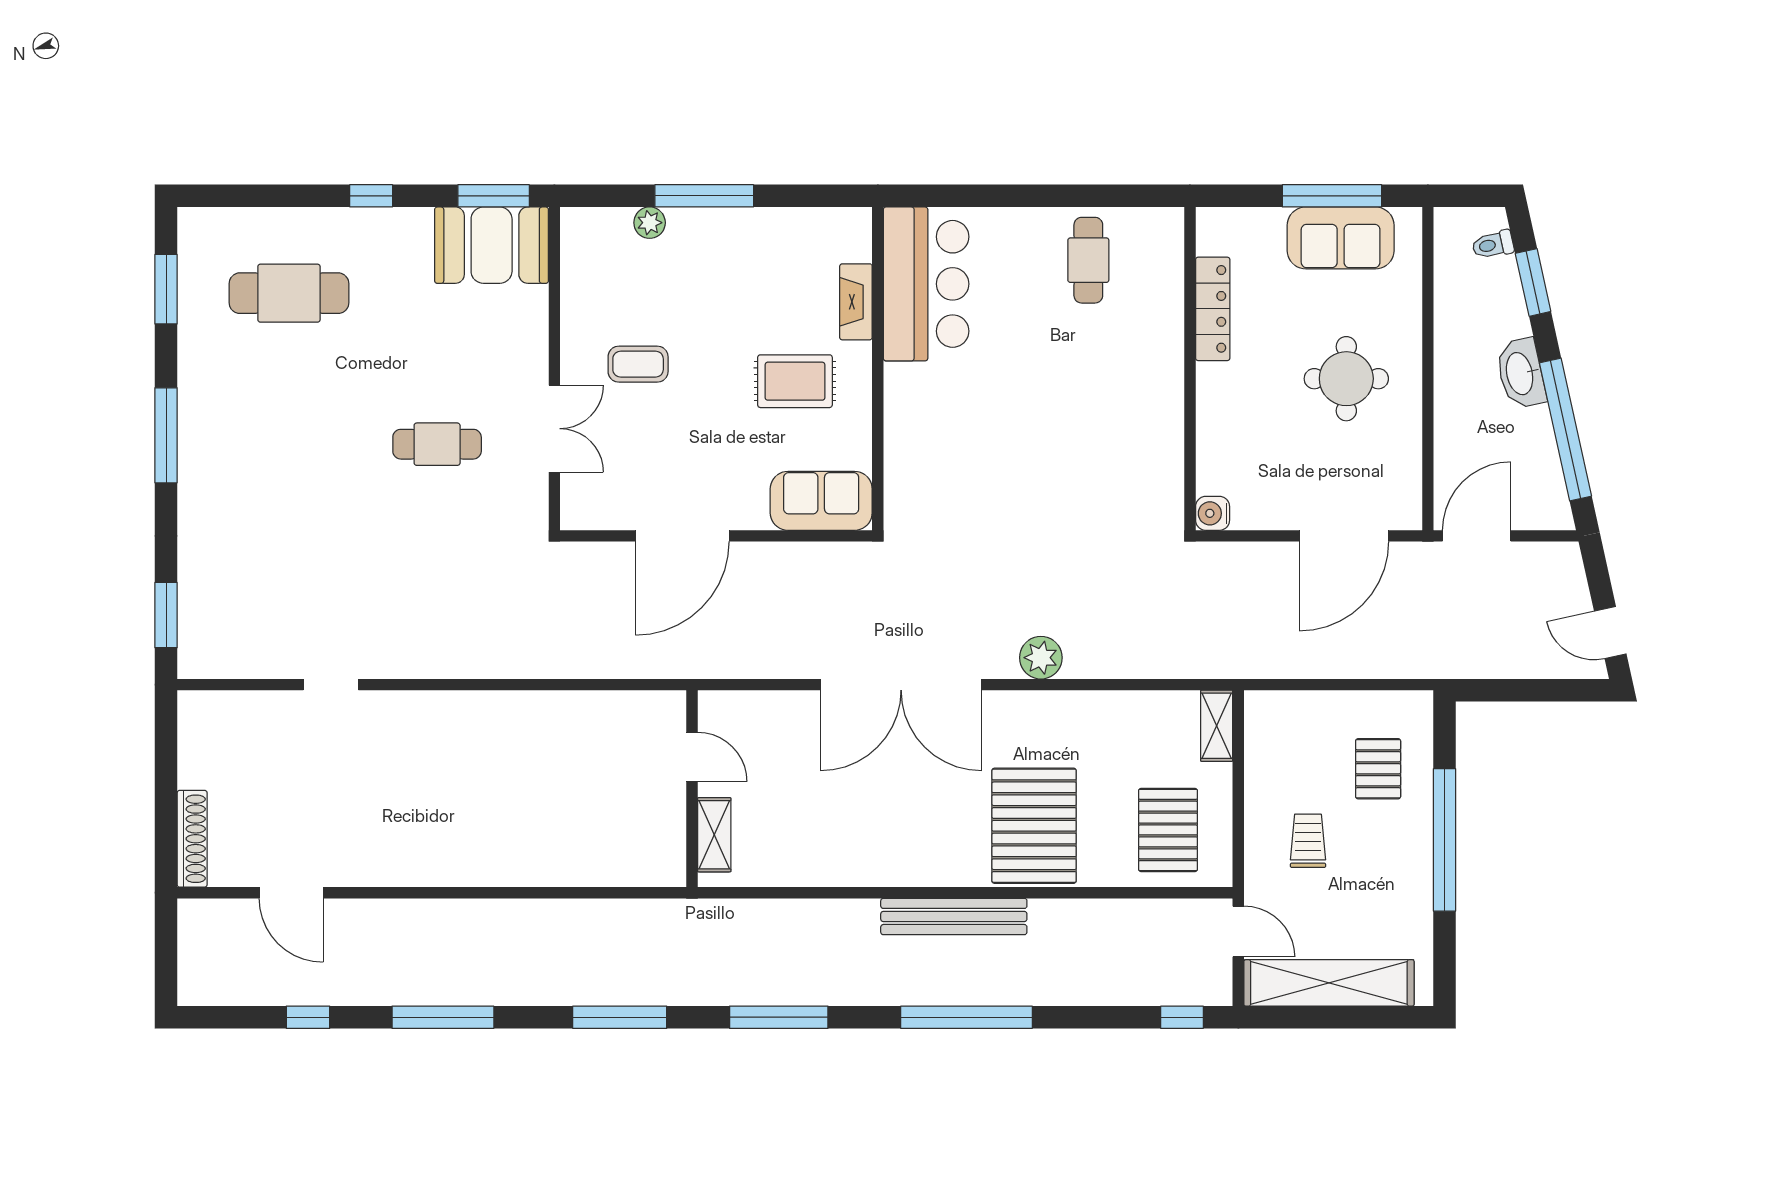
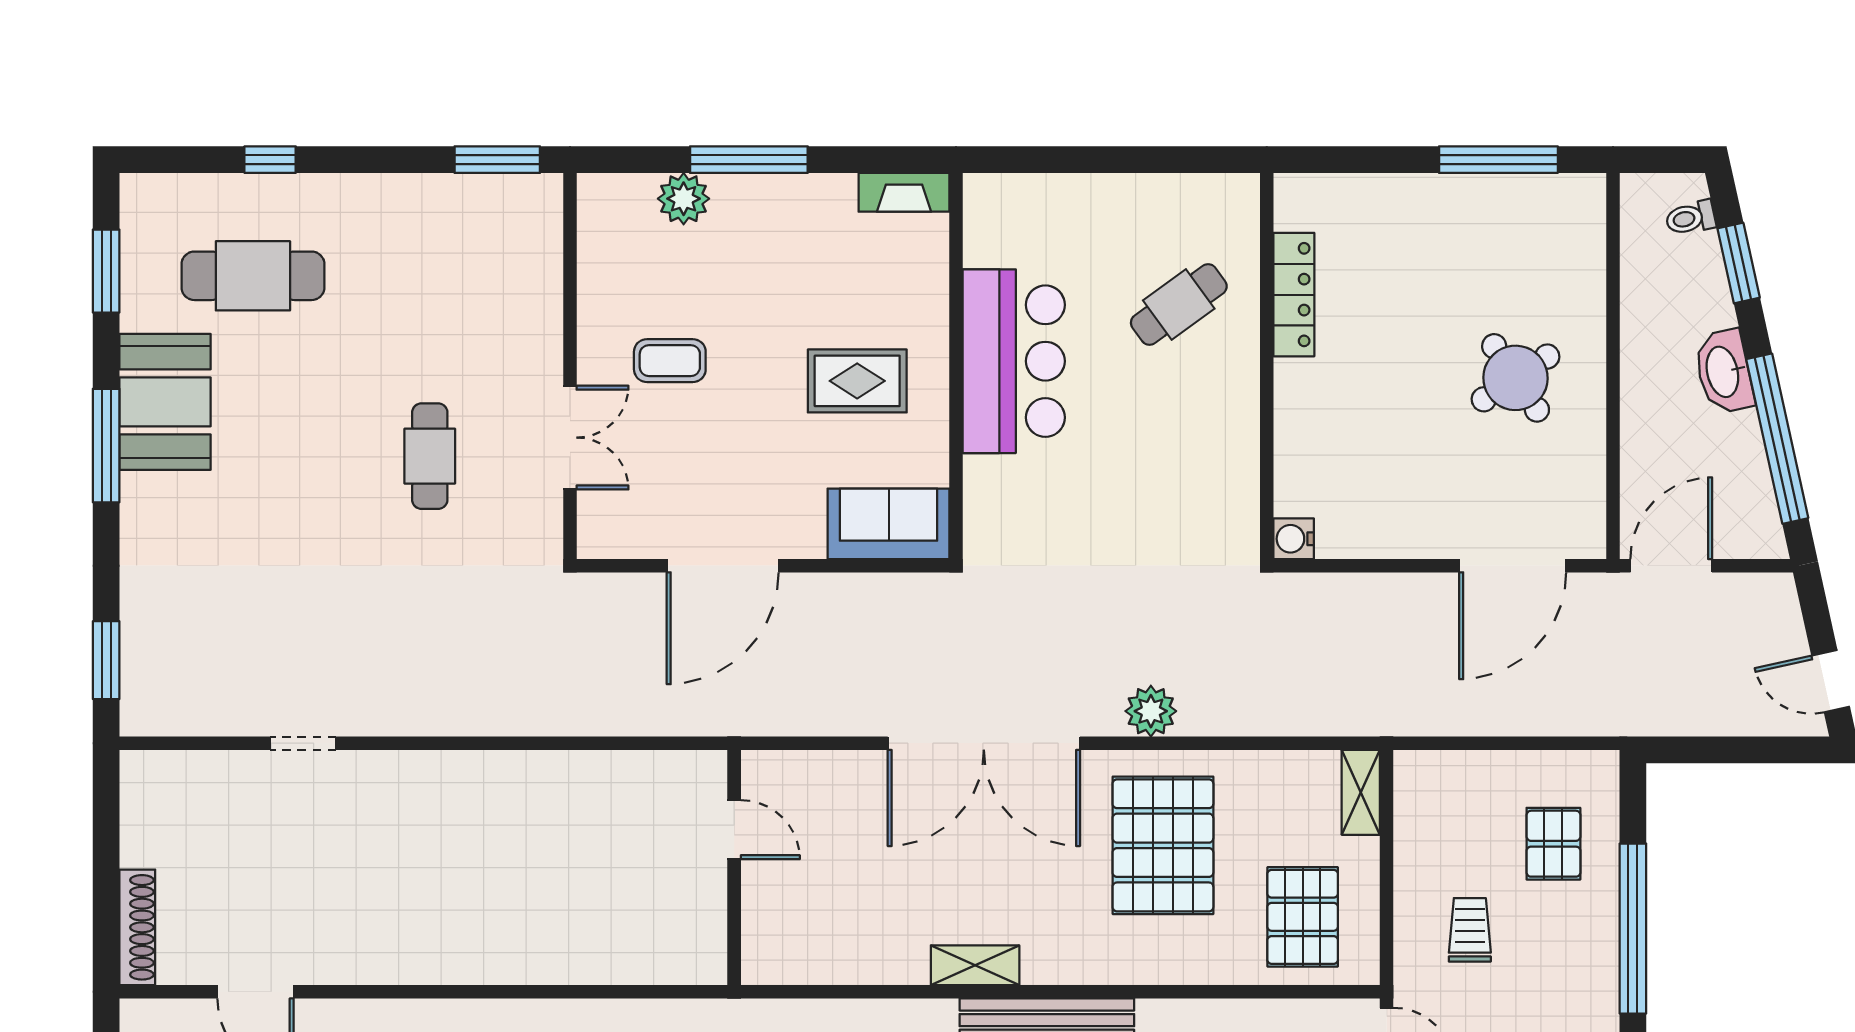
window: (371, 196) -> (270, 160), moved
plant: (650, 223) -> (684, 199), width x1.38, depth x1.38
sofa: (1341, 238) -> (1509, 210), removed
booth: (492, 245) -> (165, 402), moved, turned 90
cafe table: (1088, 260) -> (1179, 305), moved, turned 54
bar counter: (926, 284) -> (1014, 361), moved
fireplace: (856, 302) -> (904, 192), moved, turned -90
locker: (1213, 309) -> (1294, 295), moved
wall: (1190, 369) -> (1267, 366), moved
round table: (1346, 379) -> (1516, 378), turned -34
cafe table: (437, 444) -> (430, 456), turned 90
water cooler: (1213, 513) -> (1294, 539), moved
pallet: (1034, 826) -> (1163, 845), moved
shelving: (714, 835) -> (975, 965), moved, turned 90

